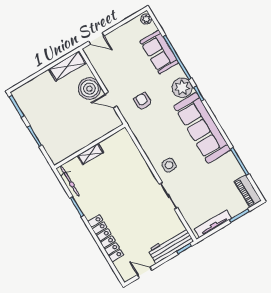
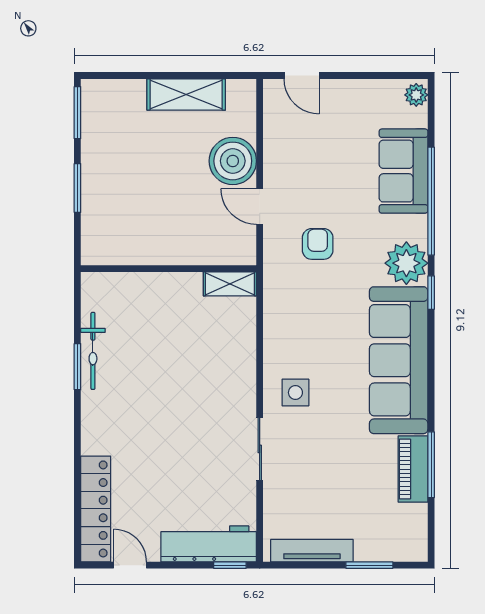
shelving: (67, 66) -> (186, 94), moved
shelving: (90, 154) -> (230, 284), moved
bicycle: (70, 181) -> (93, 351), moved
piano: (248, 191) -> (413, 469), moved
locker: (106, 238) -> (96, 509), moved

